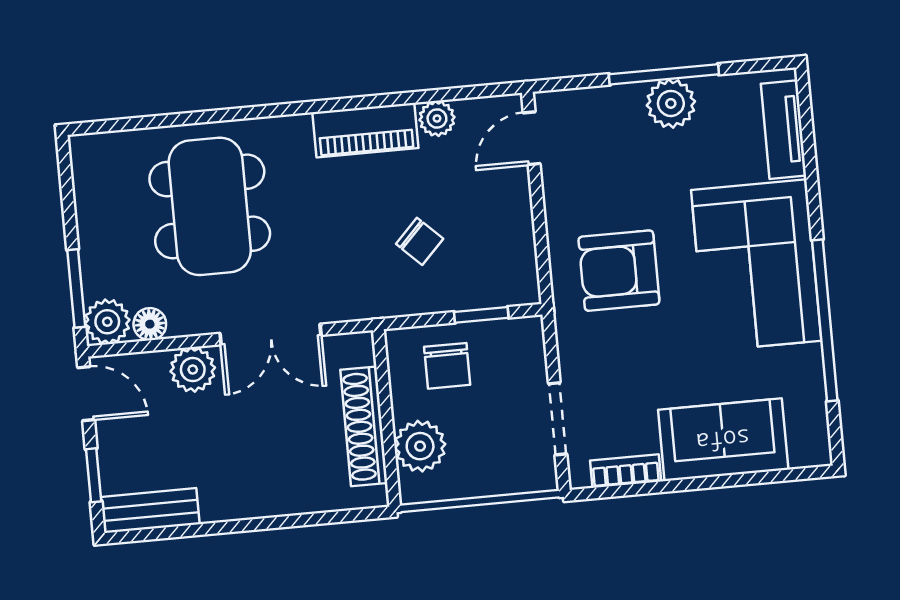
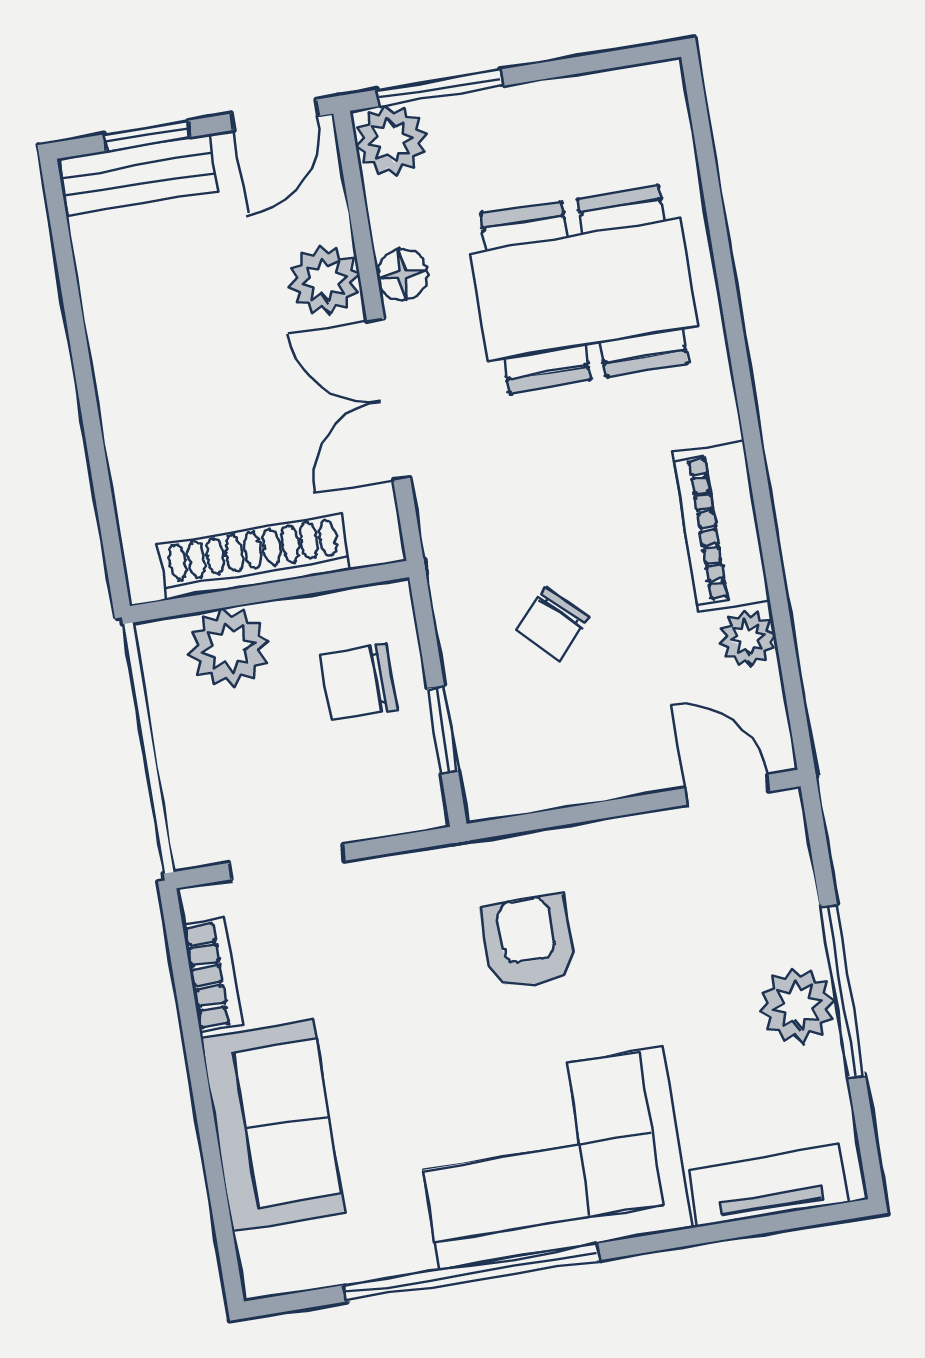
armchair: (619, 271) -> (528, 942), width x0.72, depth x0.72
floor lamp: (150, 324) -> (403, 275), moved
bench: (150, 511) -> (138, 175), moved, turned 90

